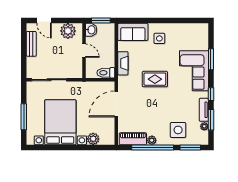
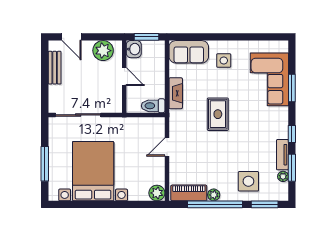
corner sofa: (194, 71) -> (269, 79), moved
rug: (155, 79) -> (218, 114), turned 90
door: (116, 104) -> (167, 147), width x0.53
plant: (93, 139) -> (157, 193), moved

